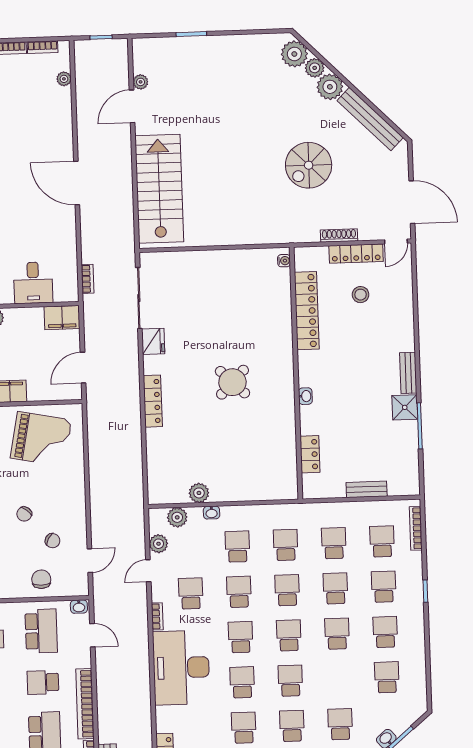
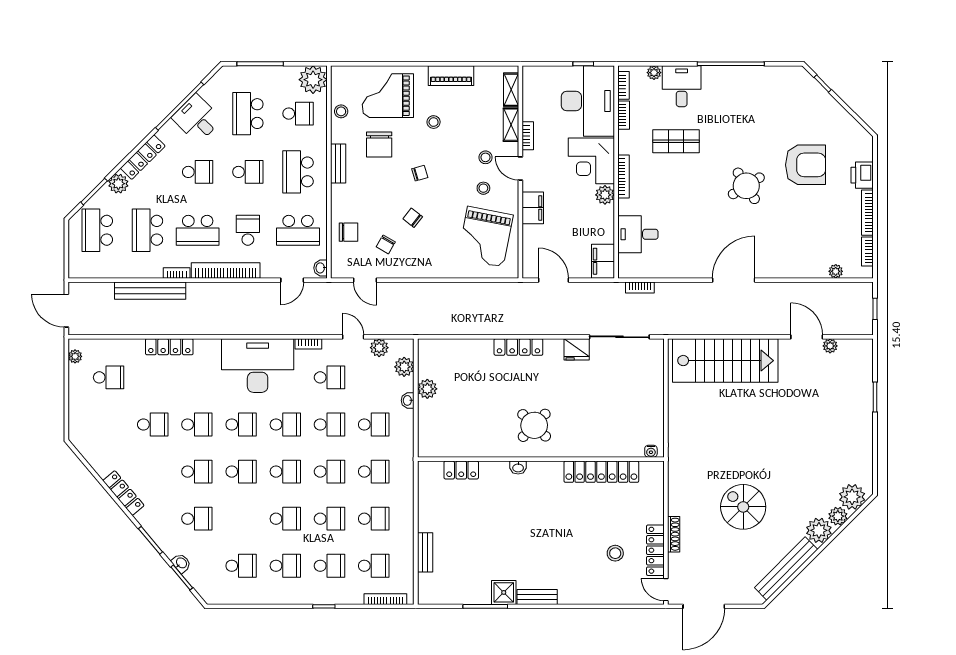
water cooler: (284, 261) -> (651, 451), moved
locker: (307, 311) -> (601, 472), moved
wall: (296, 373) -> (541, 459), moved
washbasin: (305, 396) -> (518, 468), moved
locker: (310, 454) -> (461, 470), moved

